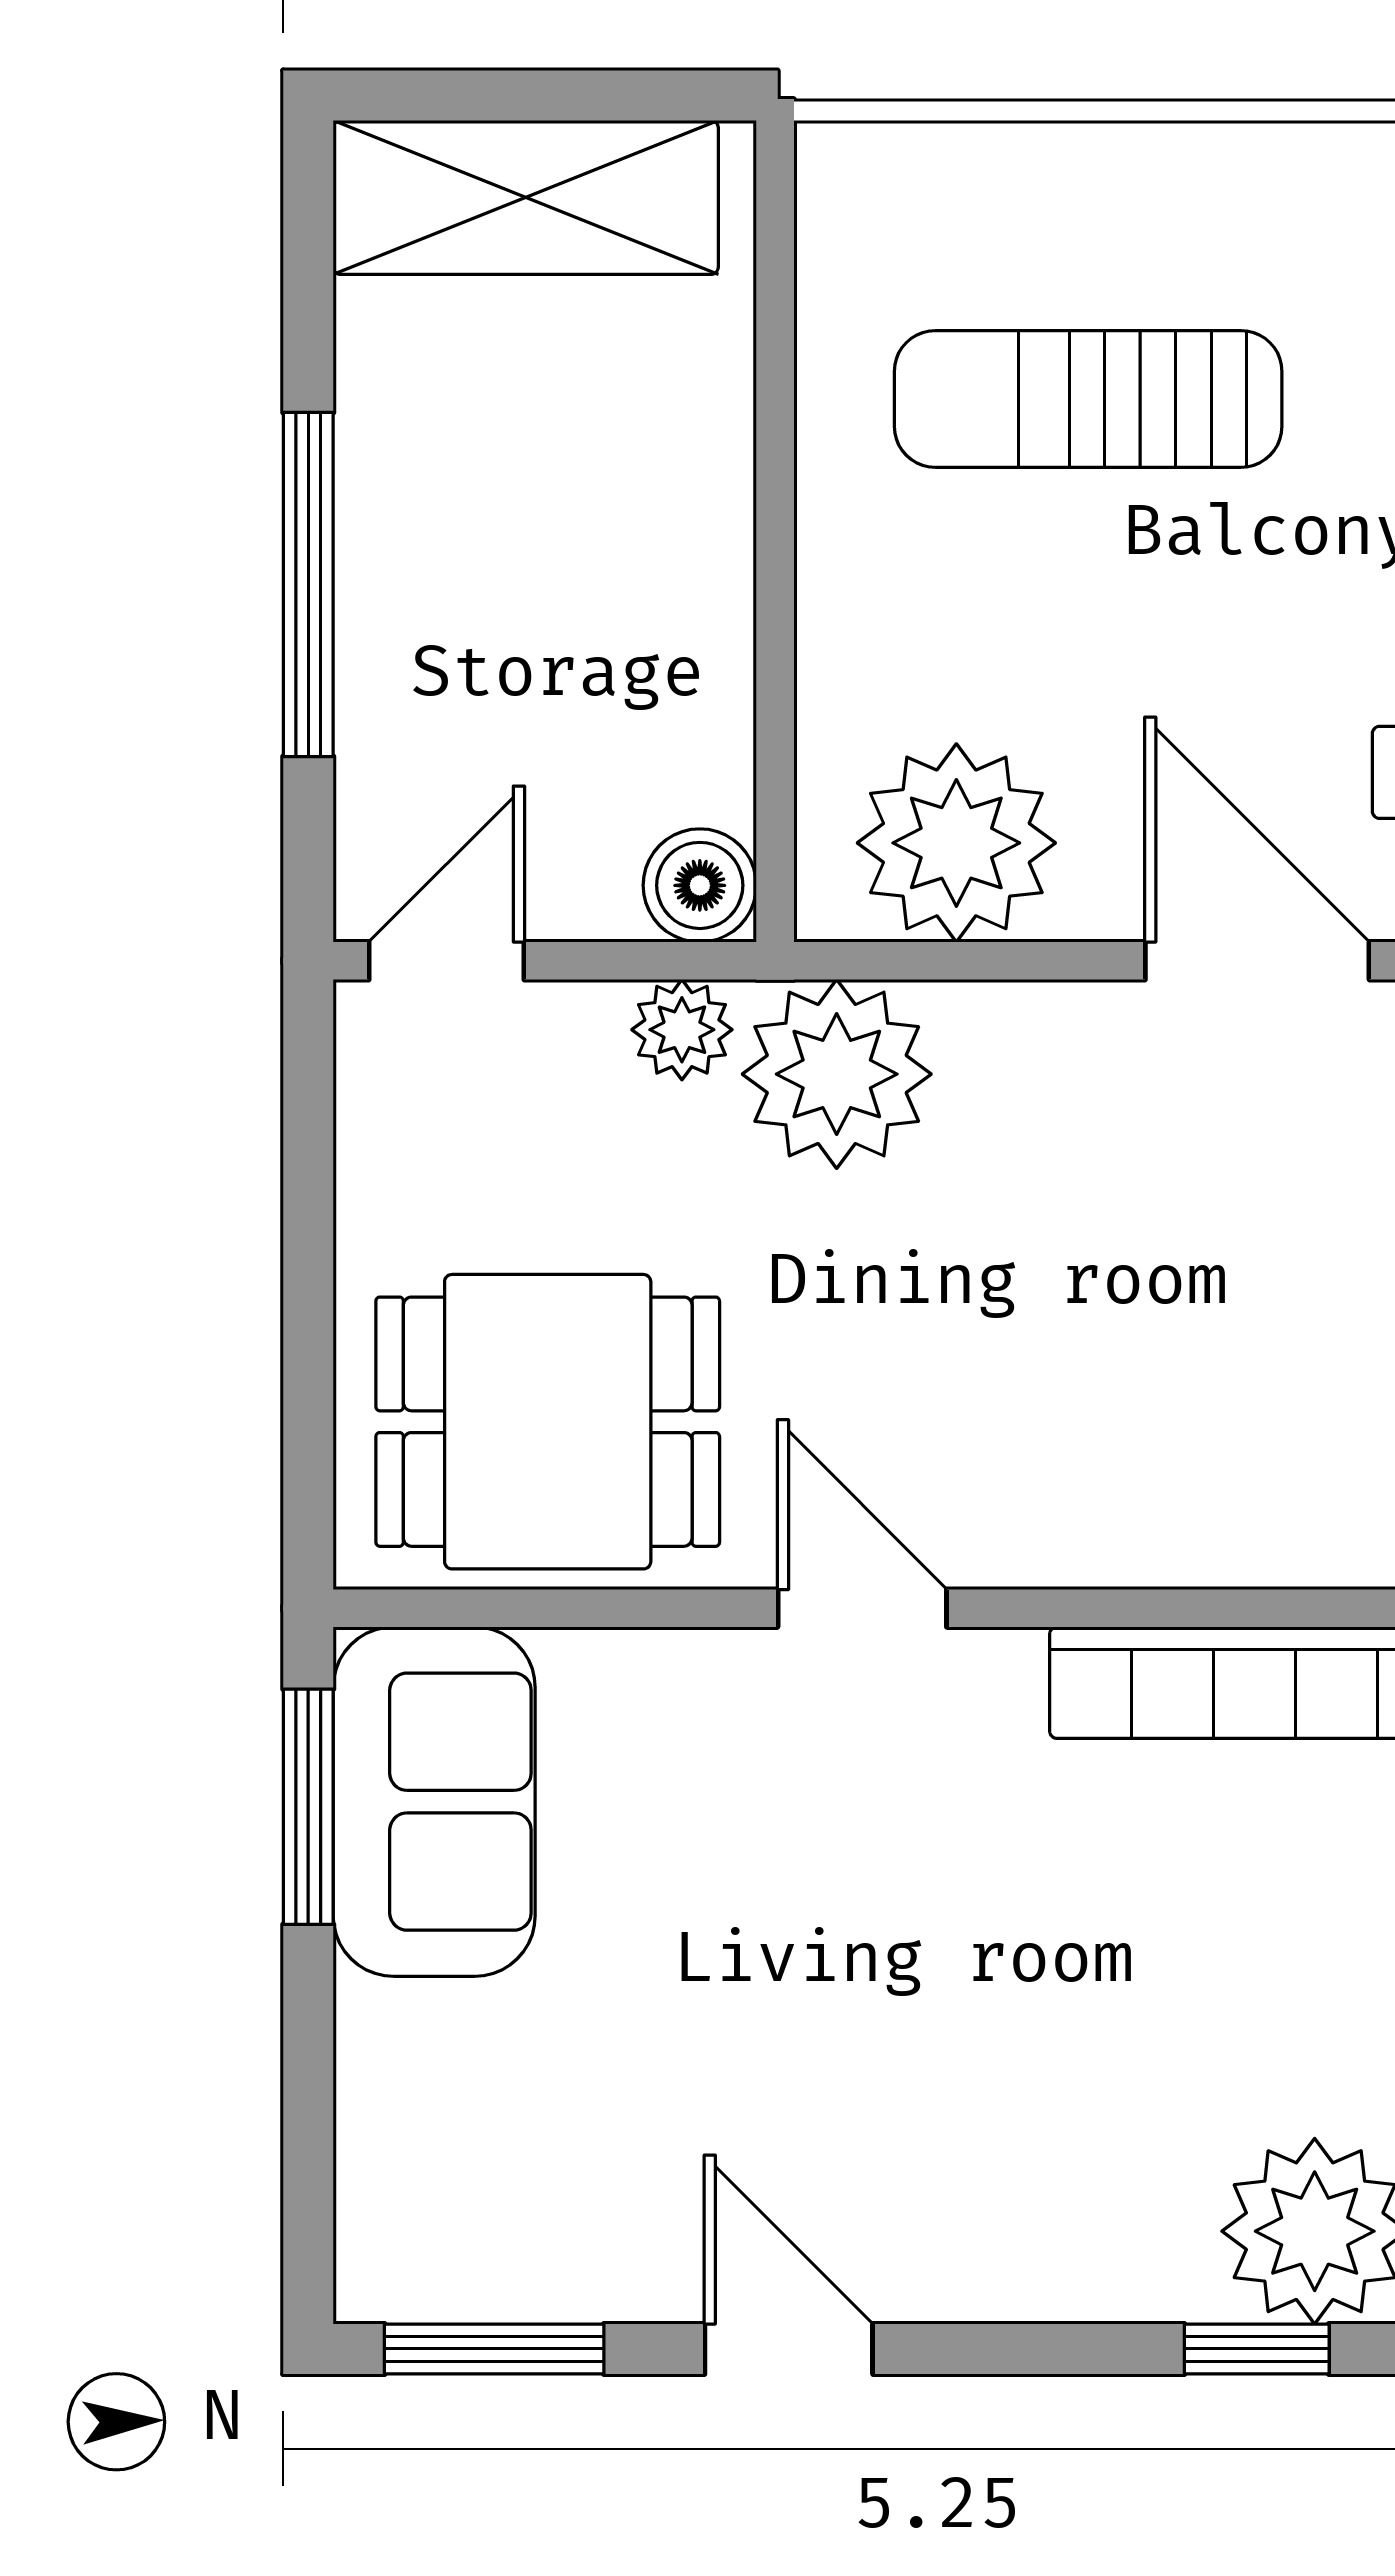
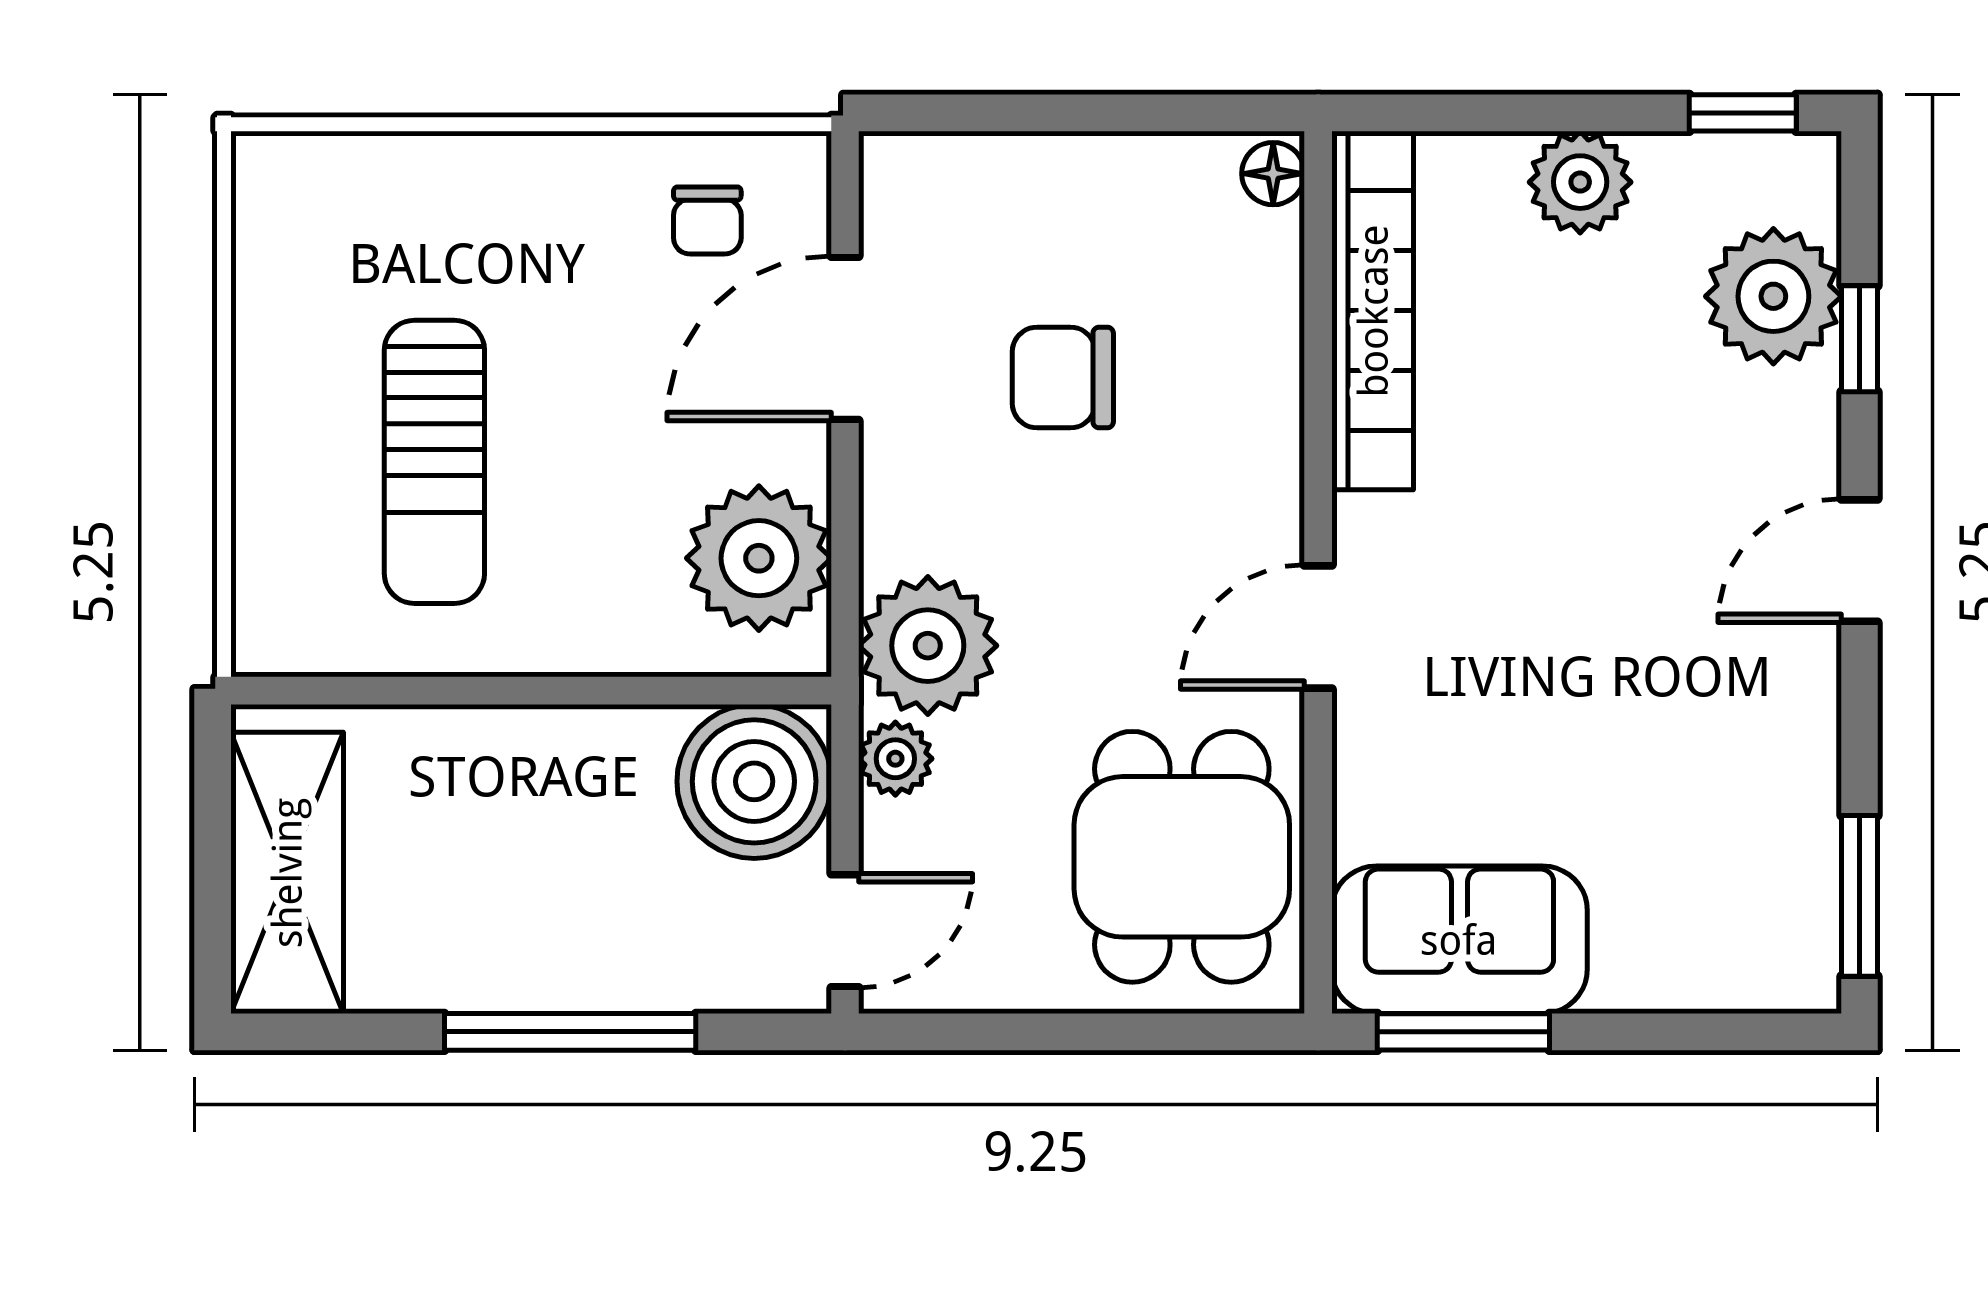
boiler: (700, 885) -> (754, 781), width x1.86, depth x1.86
door: (447, 961) -> (845, 931), swing flipped
chair: (1204, 1259) -> (1063, 377), added
door: (789, 2349) -> (1859, 561), moved

